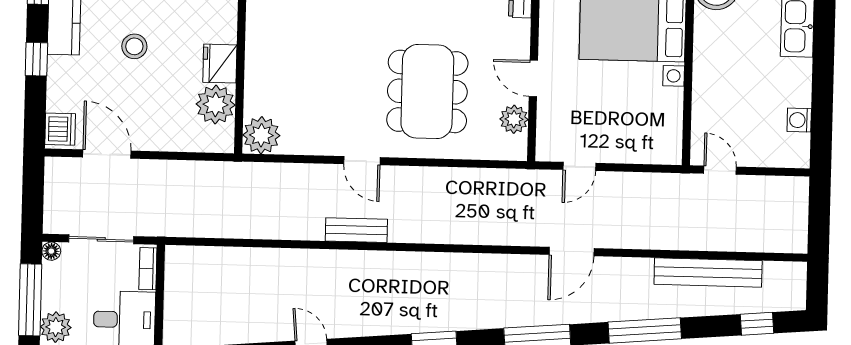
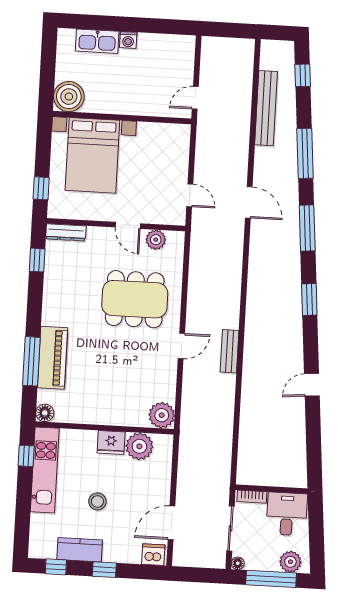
door: (533, 78) -> (128, 225), hinge flipped
washing machine: (799, 120) -> (128, 40), moved

